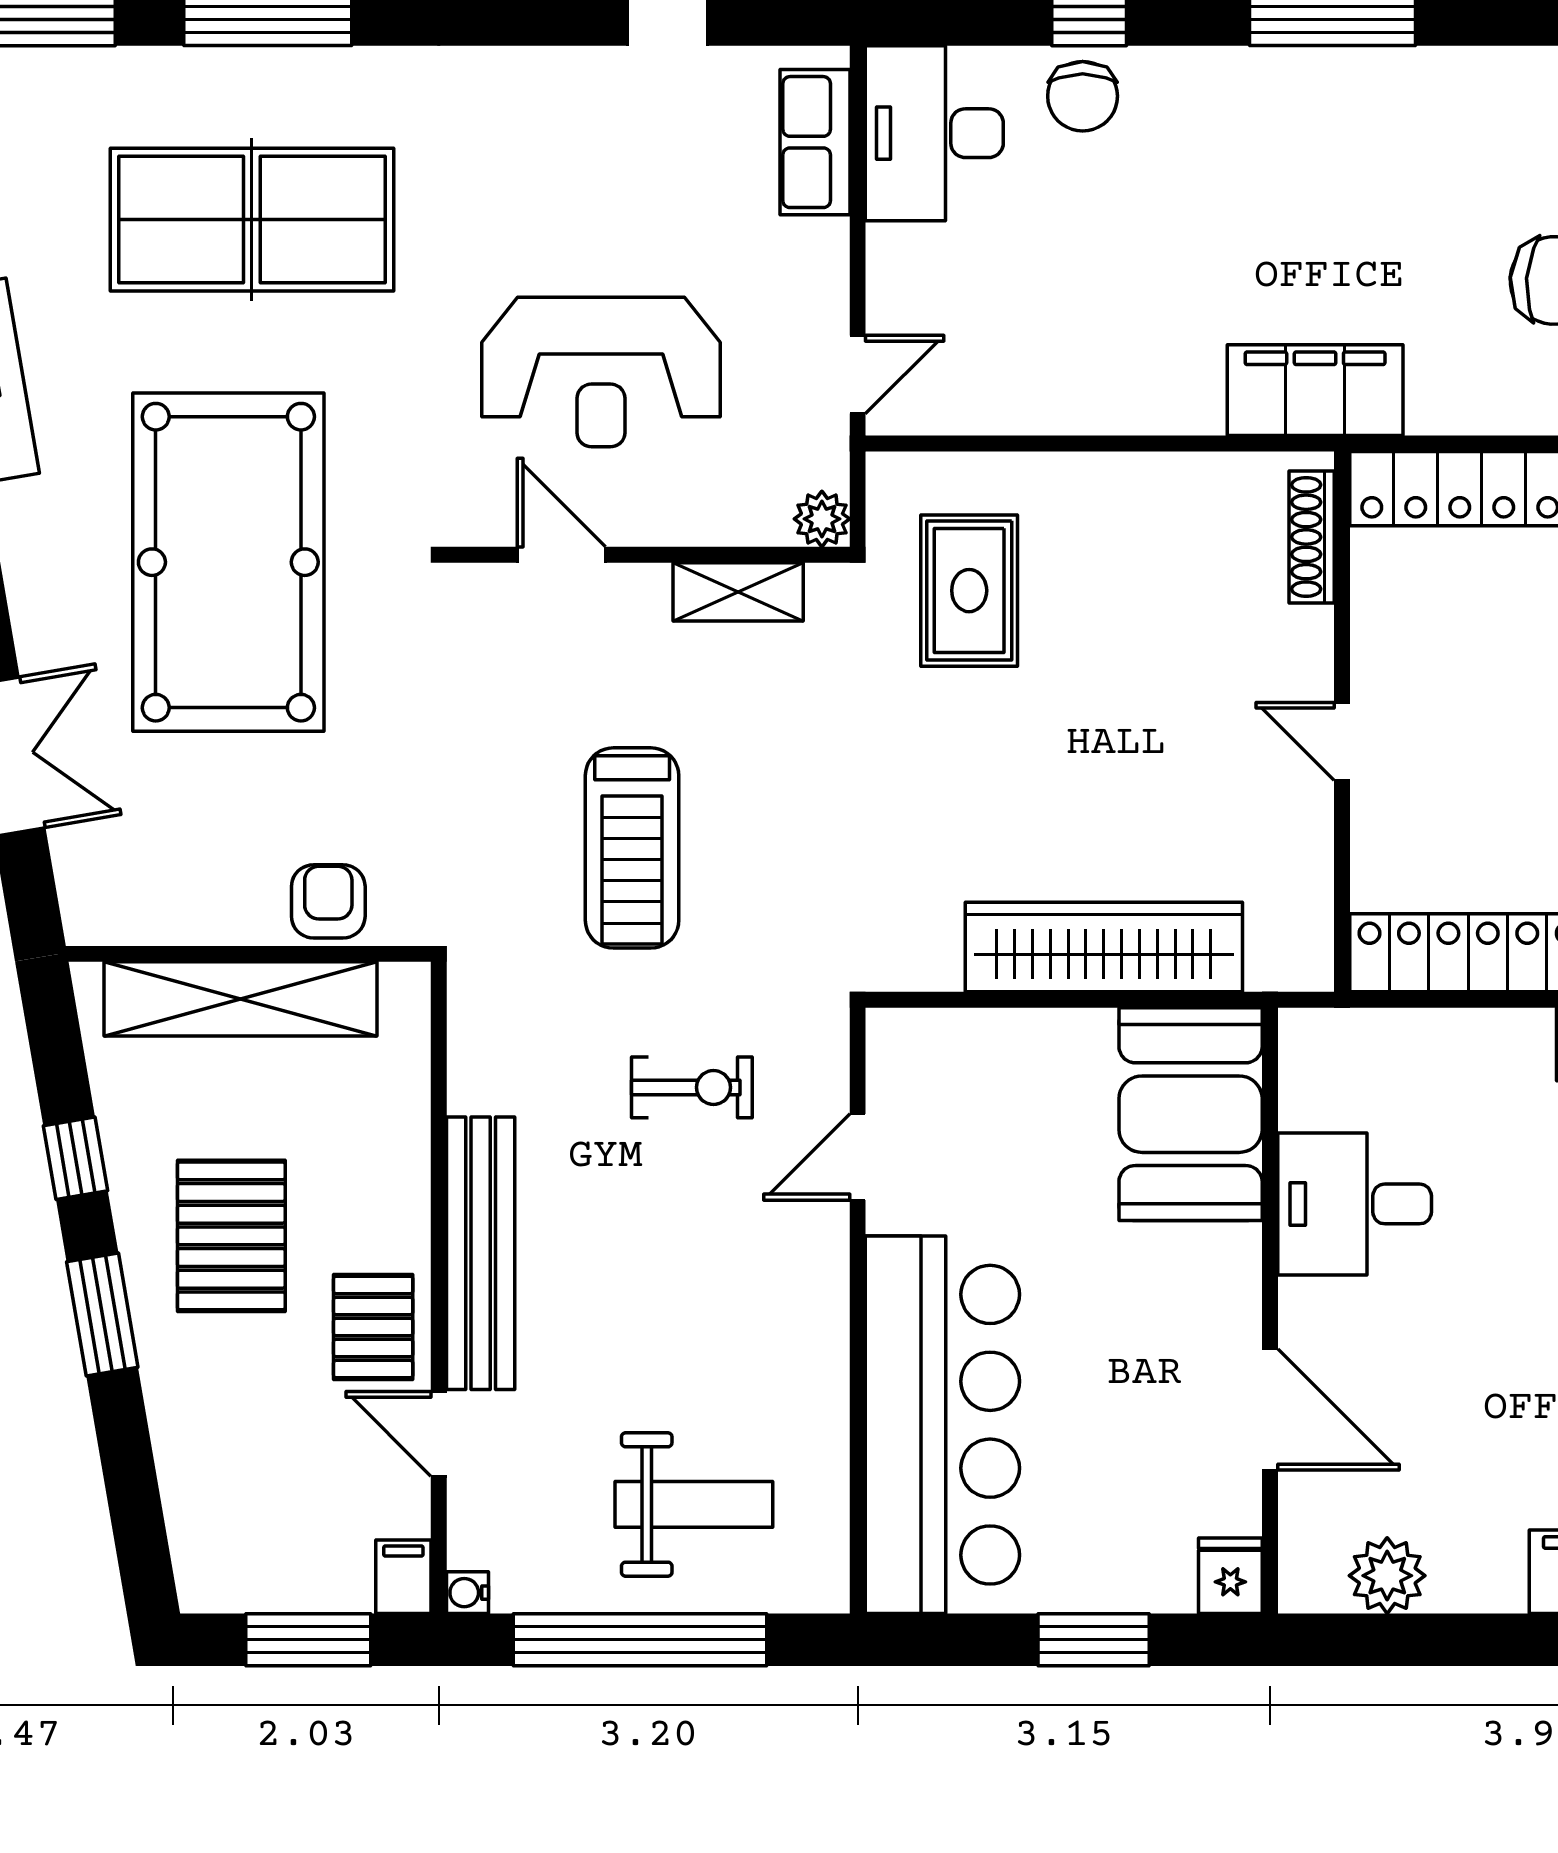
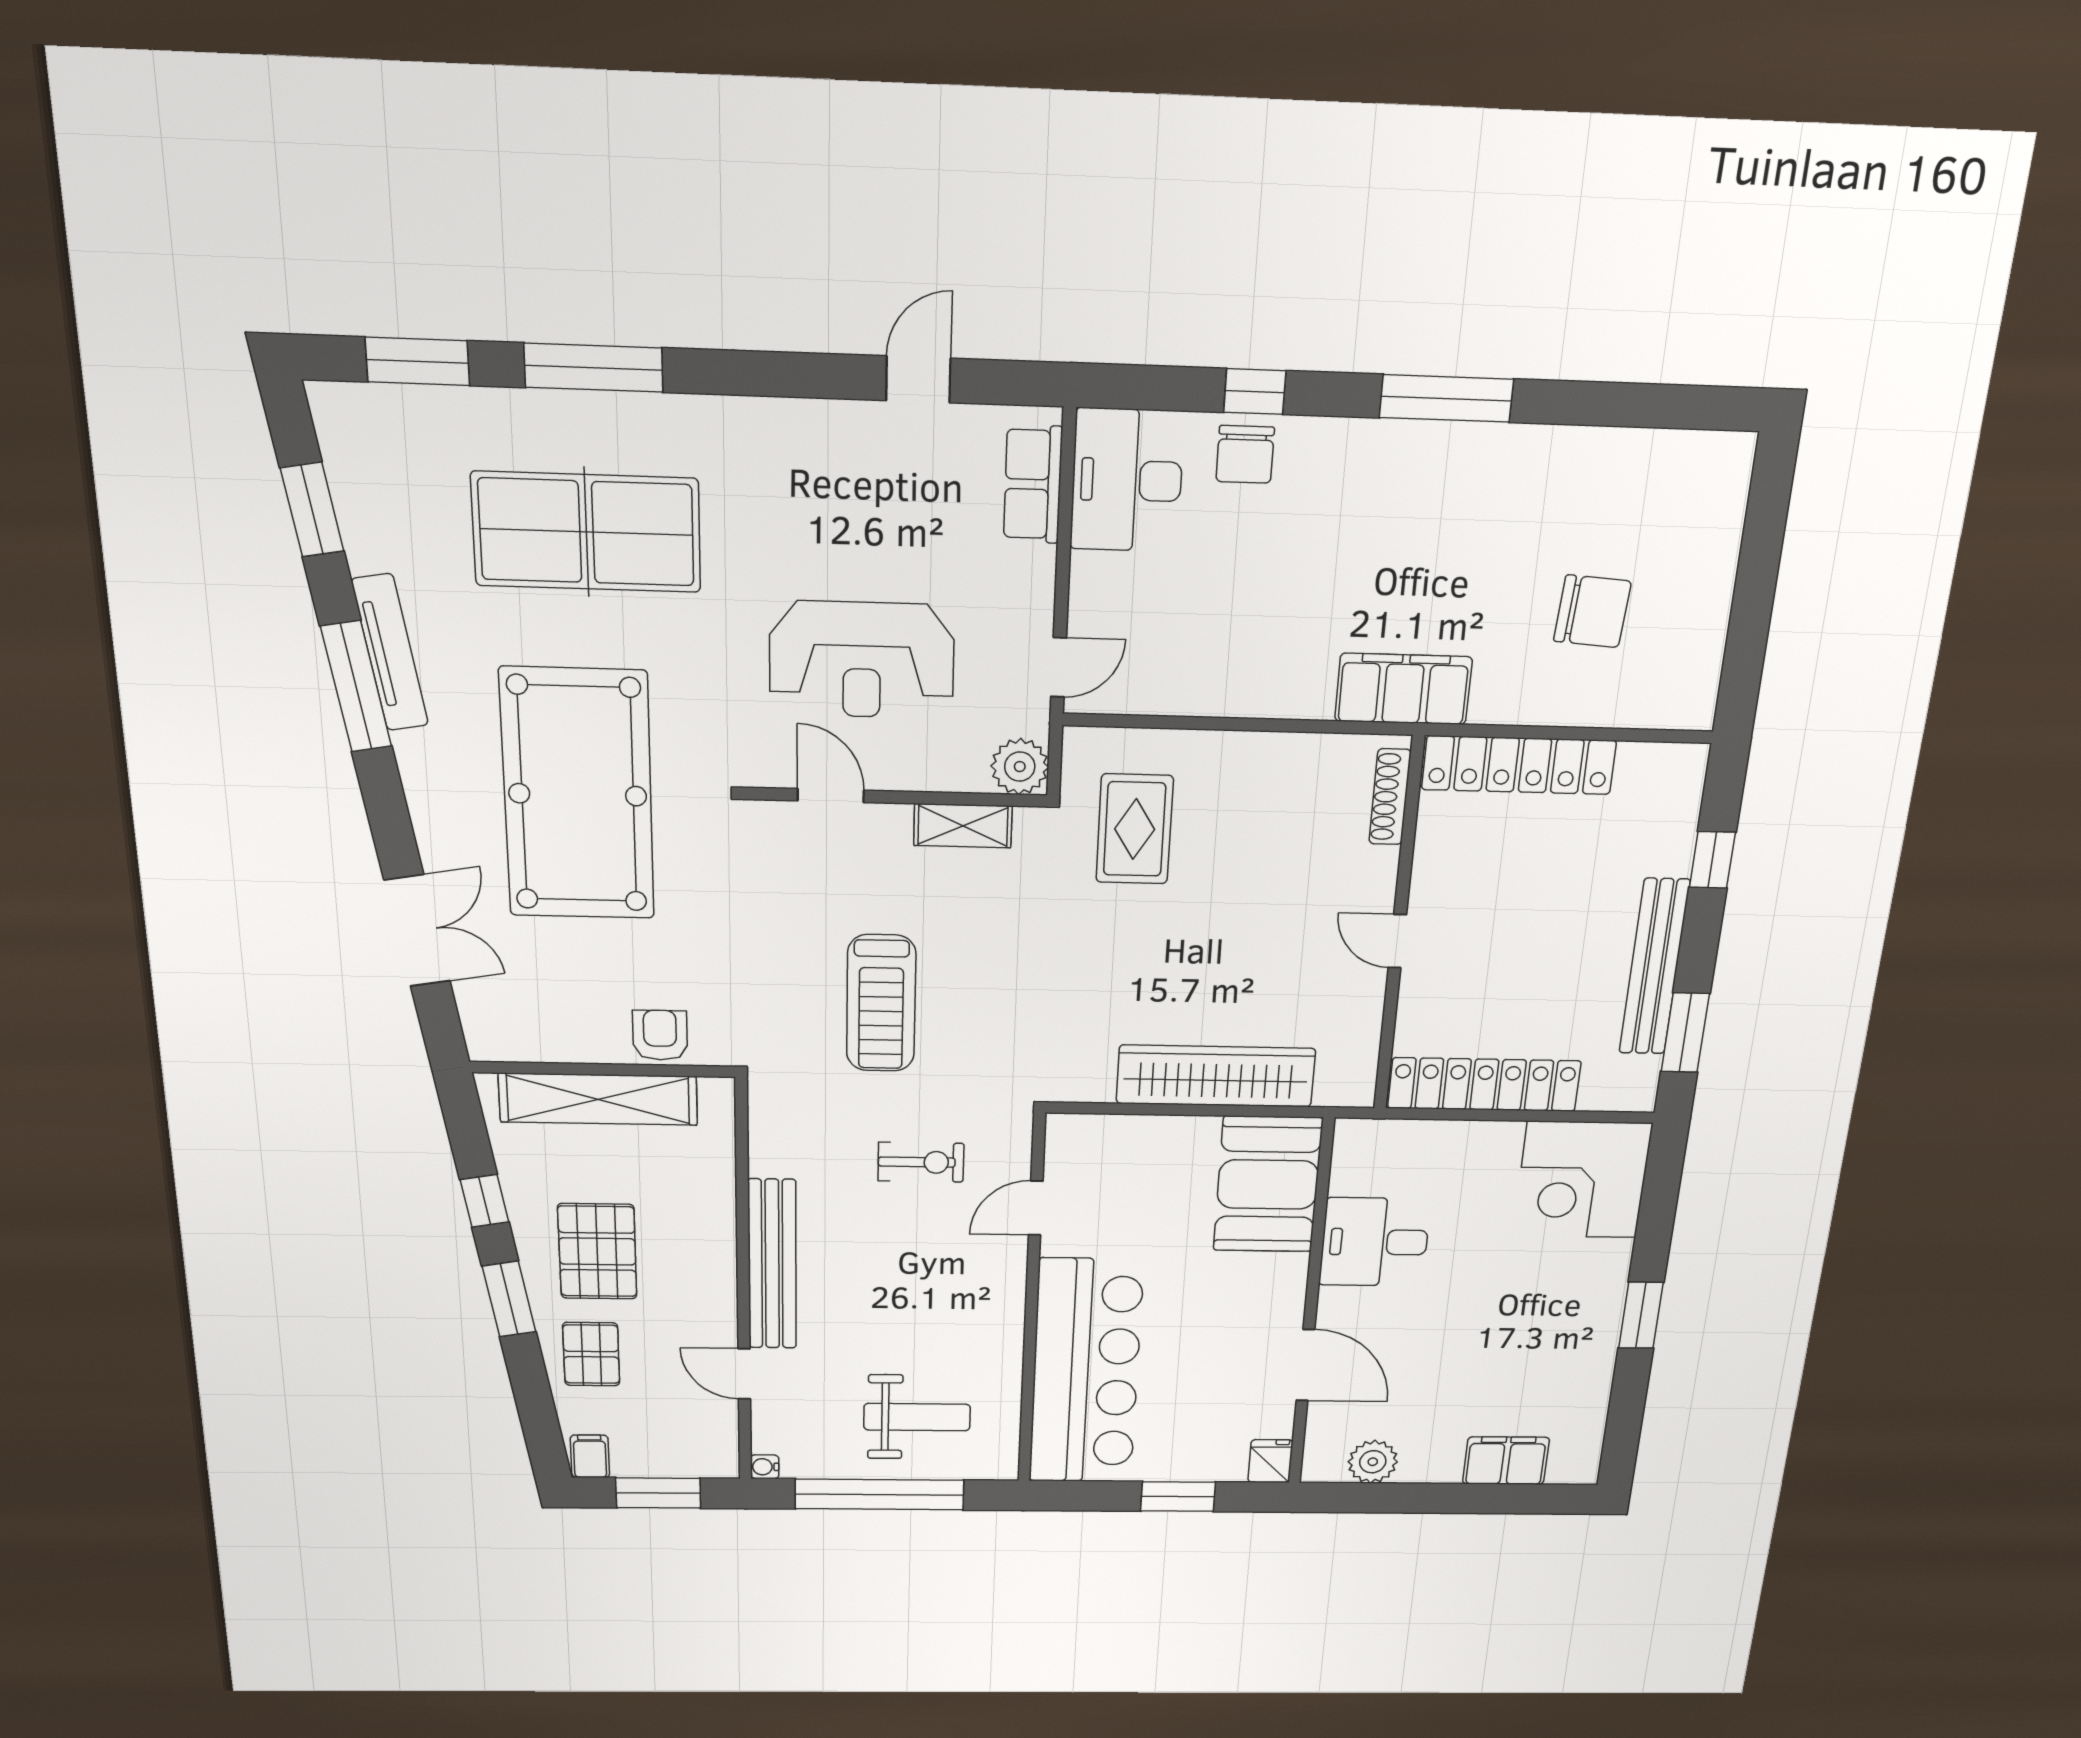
plant: (822, 519) -> (1020, 767), width x1.38, depth x1.38
pallet: (373, 1327) -> (591, 1354), moved
filing cabinet: (403, 1577) -> (590, 1456), moved

